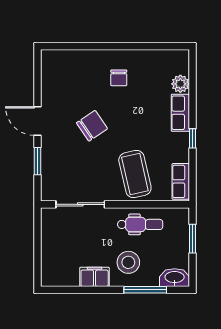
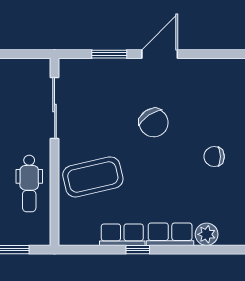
row of seats: (181, 181) -> (122, 235), moved

